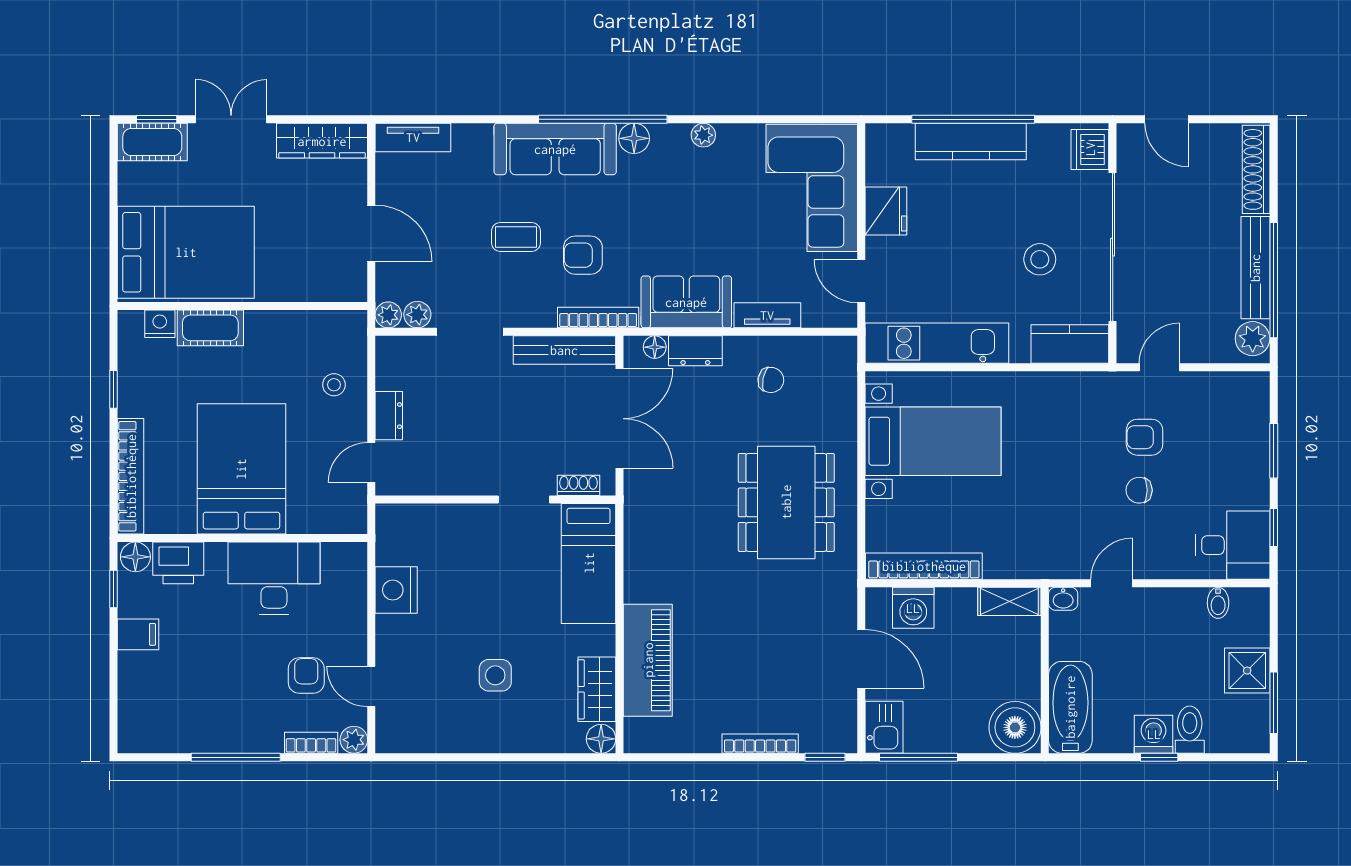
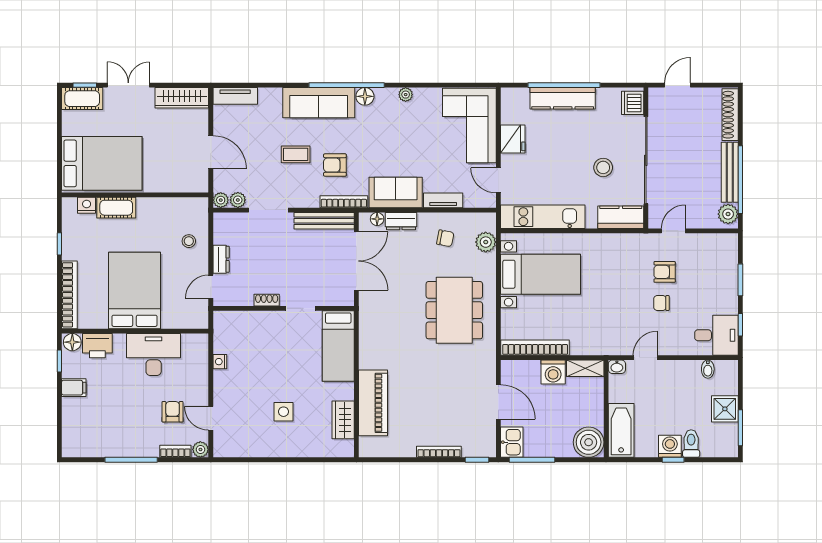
door: (1167, 119) -> (678, 85), swing flipped
plant: (840, 386) -> (486, 242), added
shoe rack: (579, 485) -> (267, 300), moved
nightstand: (396, 590) -> (220, 362), width x0.53, depth x0.56
washing machine: (913, 608) -> (553, 372), moved
floor lamp: (601, 739) -> (346, 449), removed

